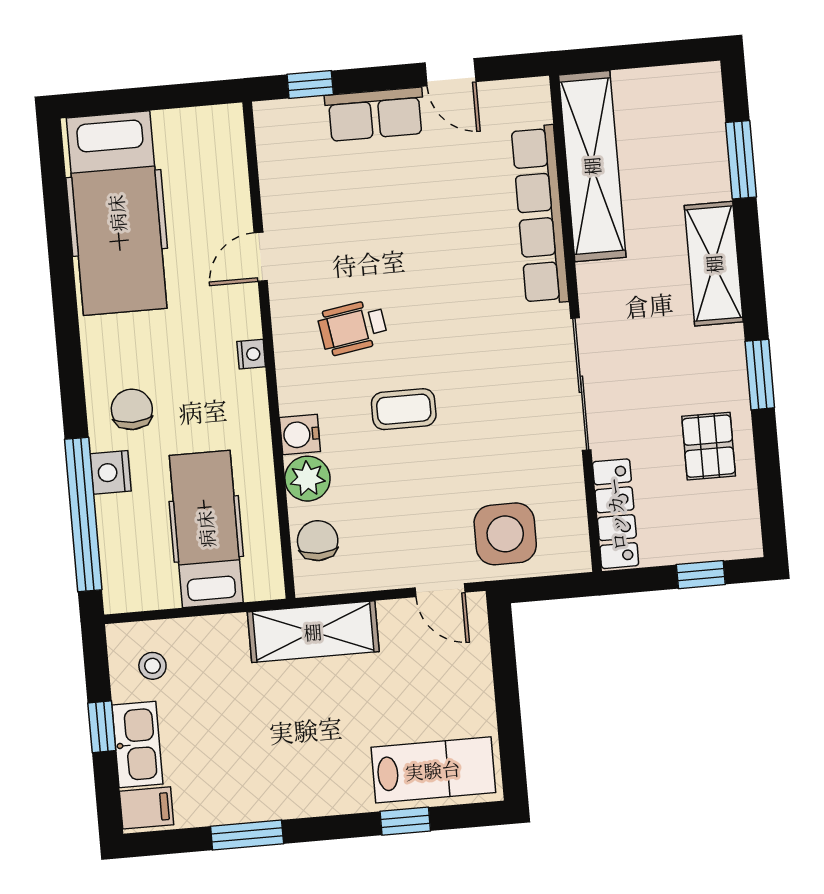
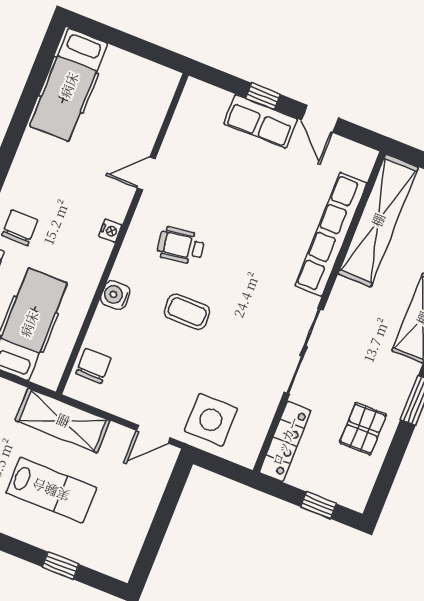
window: (310, 84) -> (263, 96), moved
hospital bed: (117, 213) -> (69, 85), width x0.73, depth x0.78
plant: (307, 479) -> (106, 325), removed
door: (440, 590) -> (153, 434), hinge flipped
lab bench: (433, 770) -> (51, 490), moved

